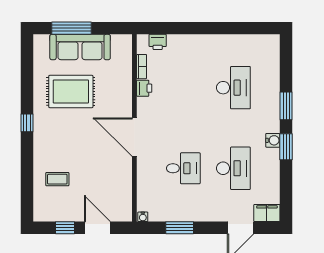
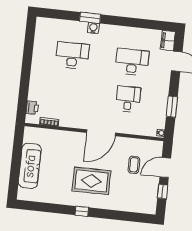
window: (72, 28) -> (15, 171), removed
printer: (144, 88) -> (66, 122), removed
rug: (71, 92) -> (91, 181), moved, turned 90
water cooler: (273, 140) -> (93, 28), moved
window: (286, 147) -> (120, 21), removed
coffee table: (57, 179) -> (134, 165), moved

